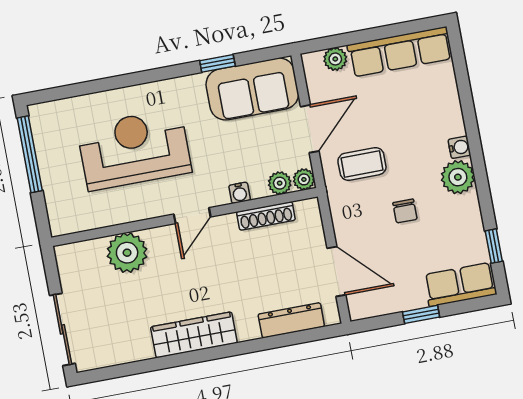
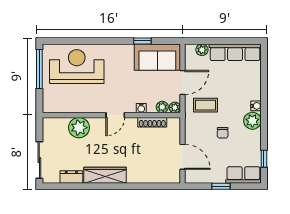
reception desk: (134, 149) -> (77, 67), moved
dresser: (291, 320) -> (71, 177), moved, width x0.70

